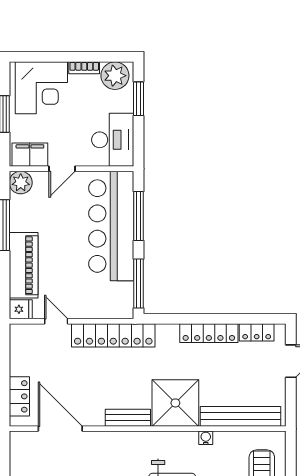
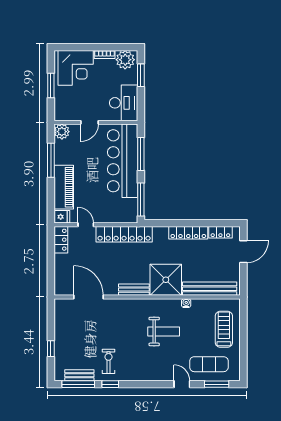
filing cabinet: (30, 155) -> (68, 113), removed
locker: (19, 396) -> (61, 240), moved

